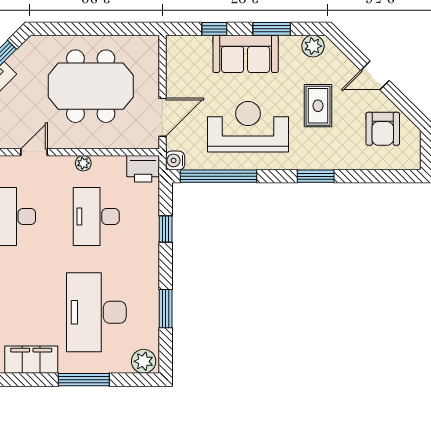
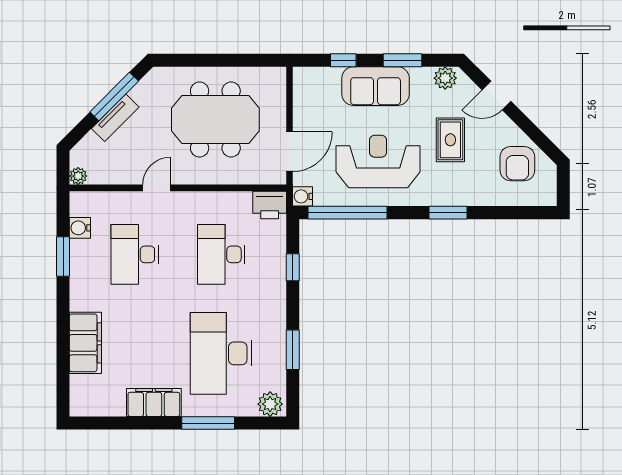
door: (375, 75) -> (497, 96), moved
plant: (83, 163) -> (208, 199), removed

